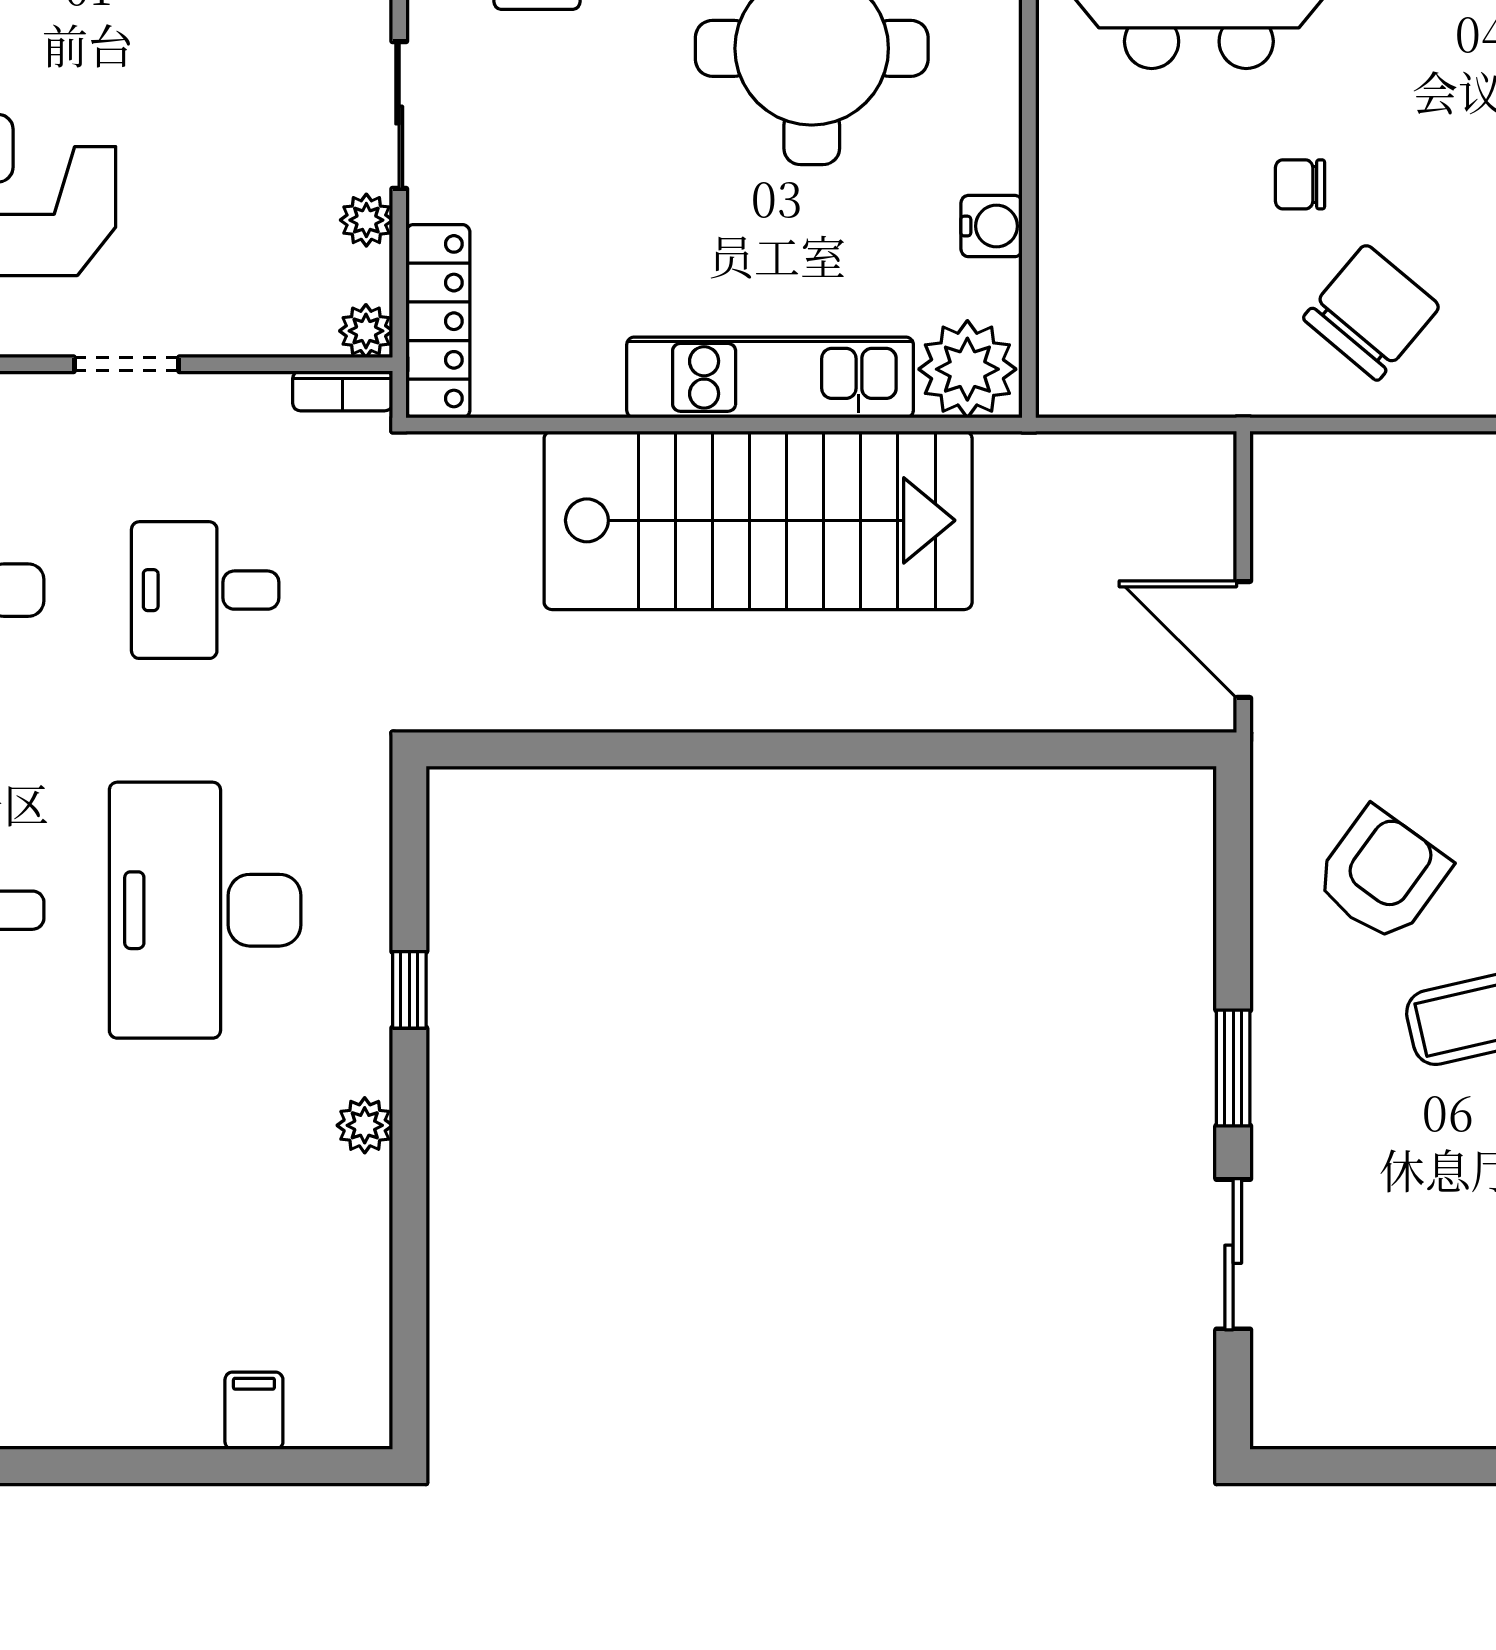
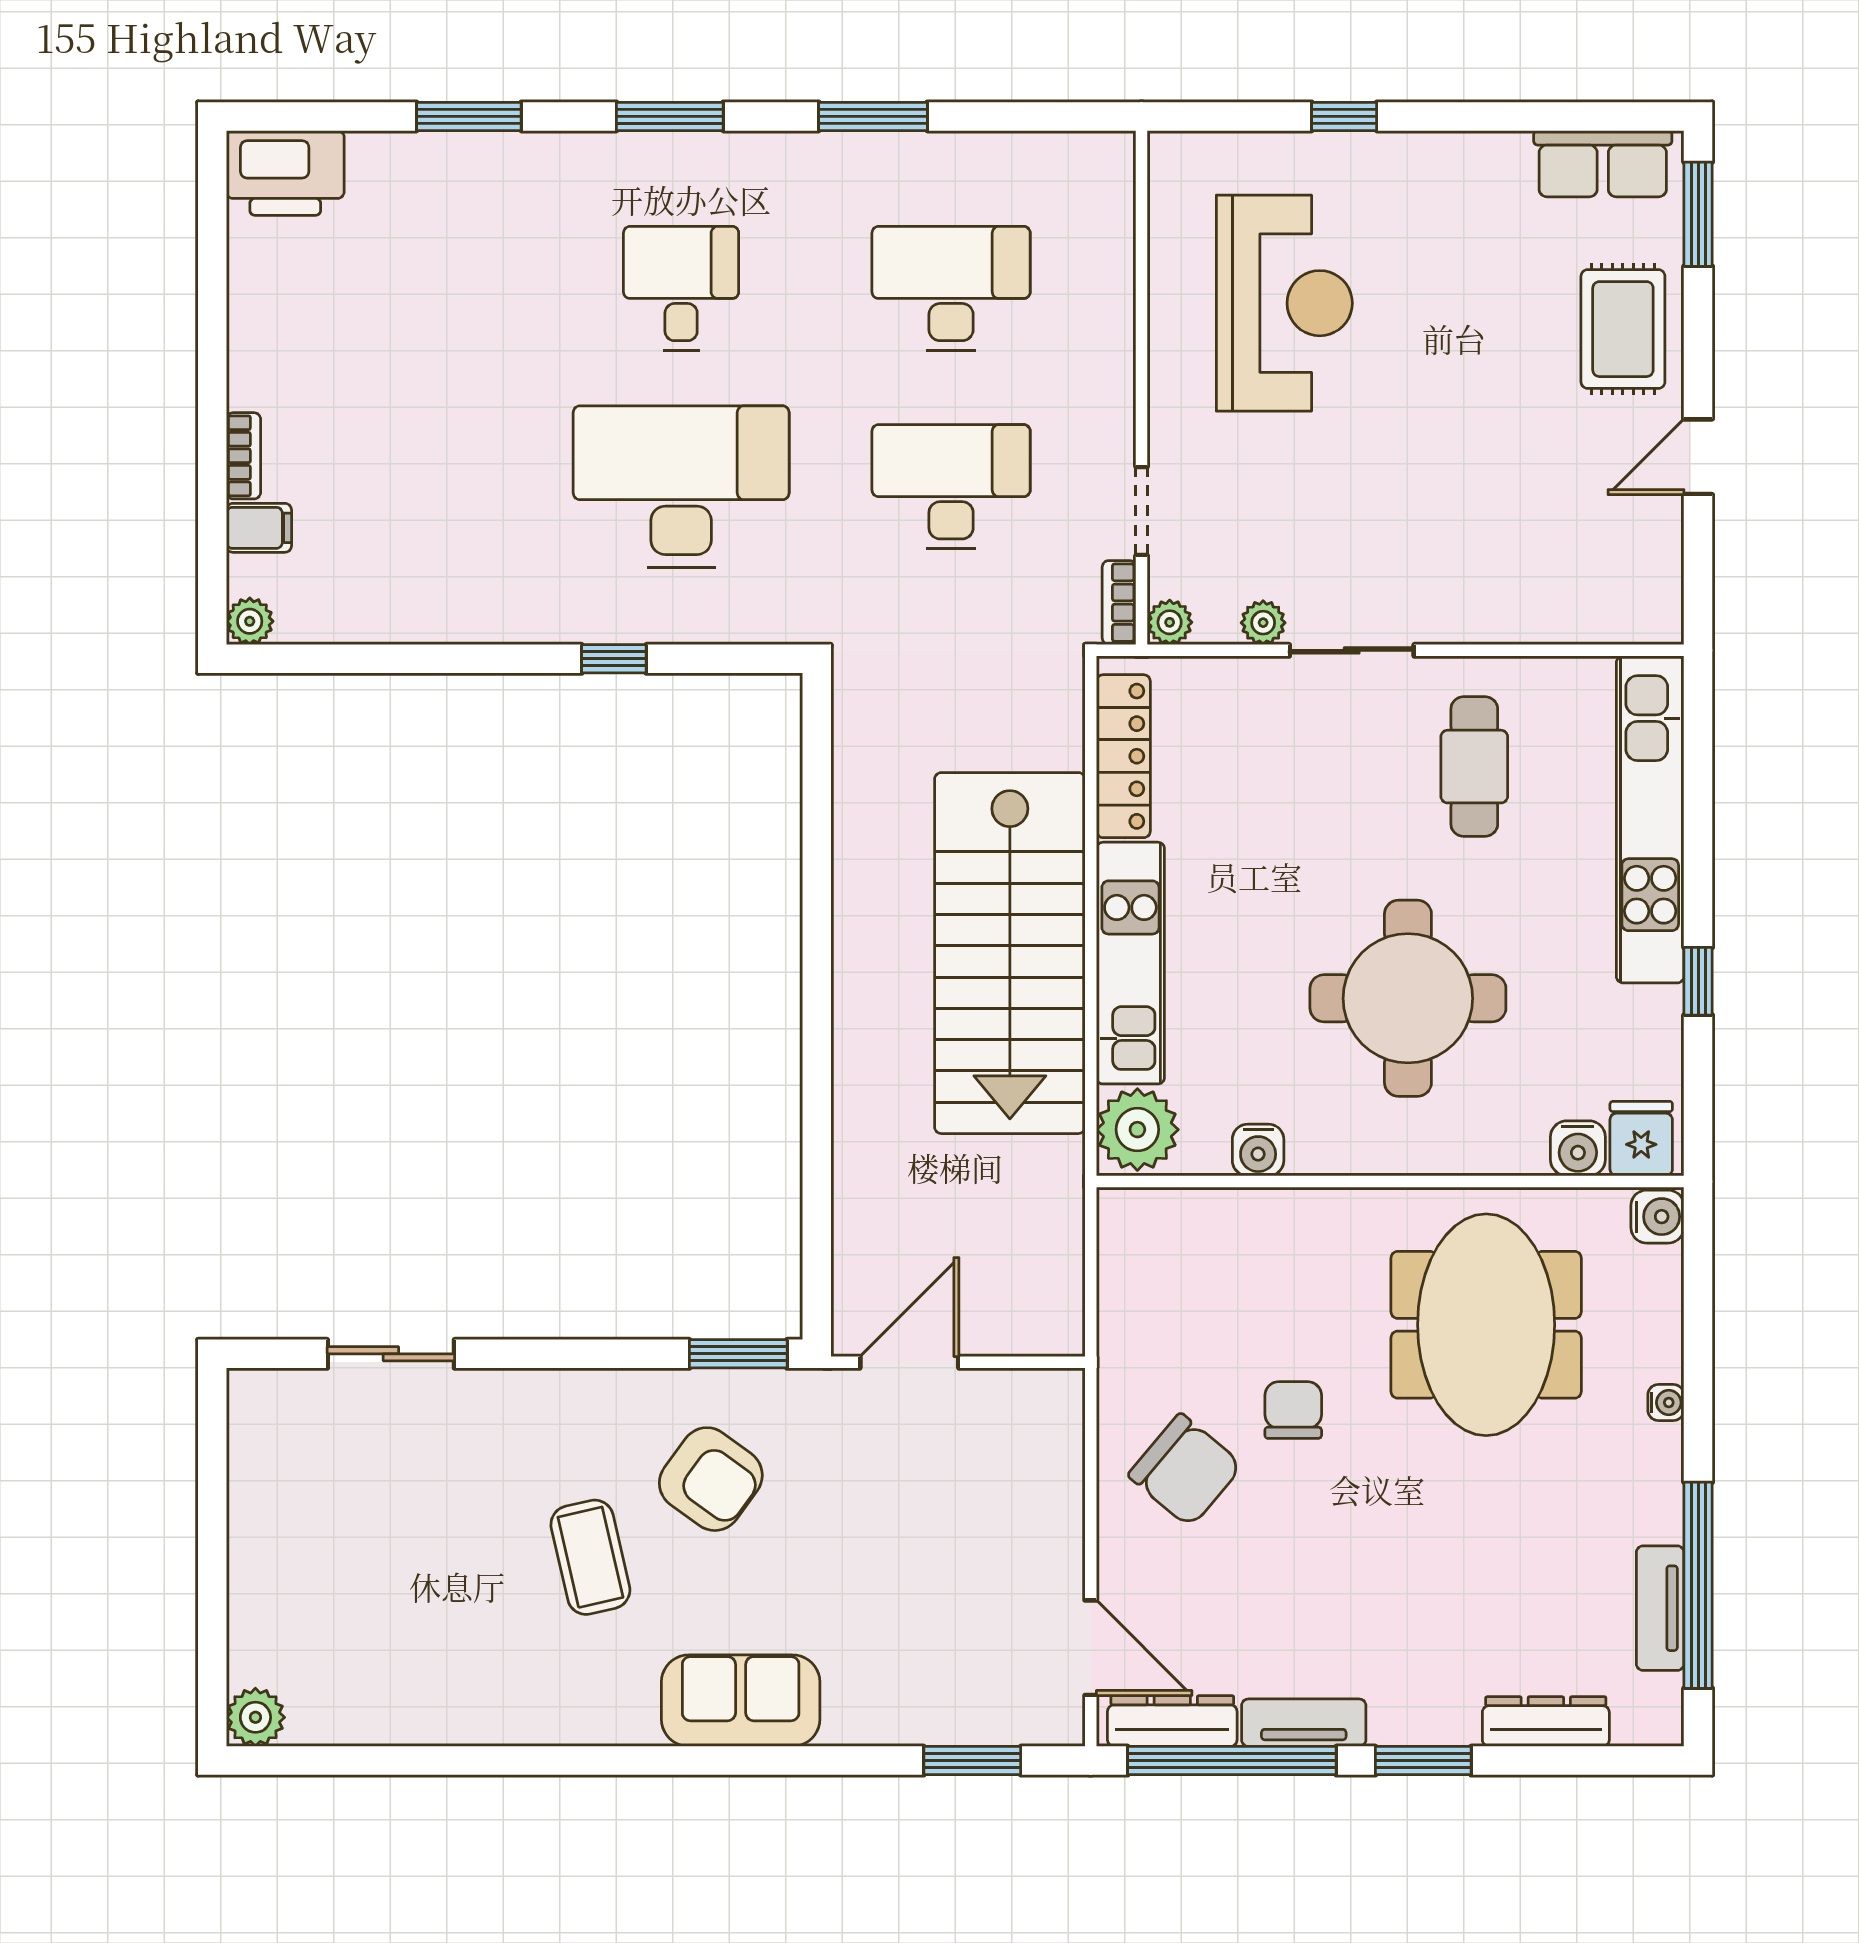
chair: (1300, 184) -> (1293, 1410), width x1.37, depth x1.37
locker: (438, 321) -> (1123, 756), moved, turned -90
doorway: (127, 364) -> (1142, 511), moved
desk: (205, 590) -> (951, 487), width x1.37
window: (1233, 1068) -> (738, 1354), moved
plant: (365, 1125) -> (250, 621), moved
bookcase: (169, 1429) -> (243, 456), added

